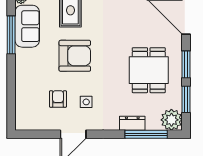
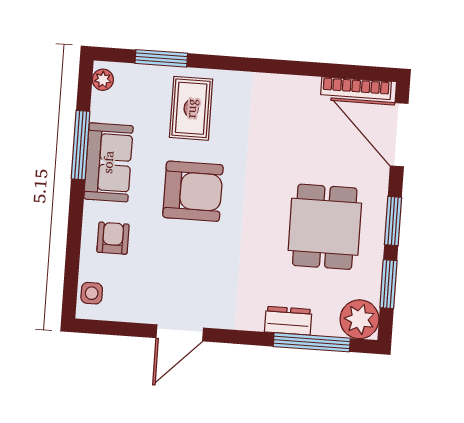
sofa: (27, 26) -> (108, 162), moved
armchair: (58, 99) -> (113, 238), moved
side table: (86, 102) -> (92, 293), moved

